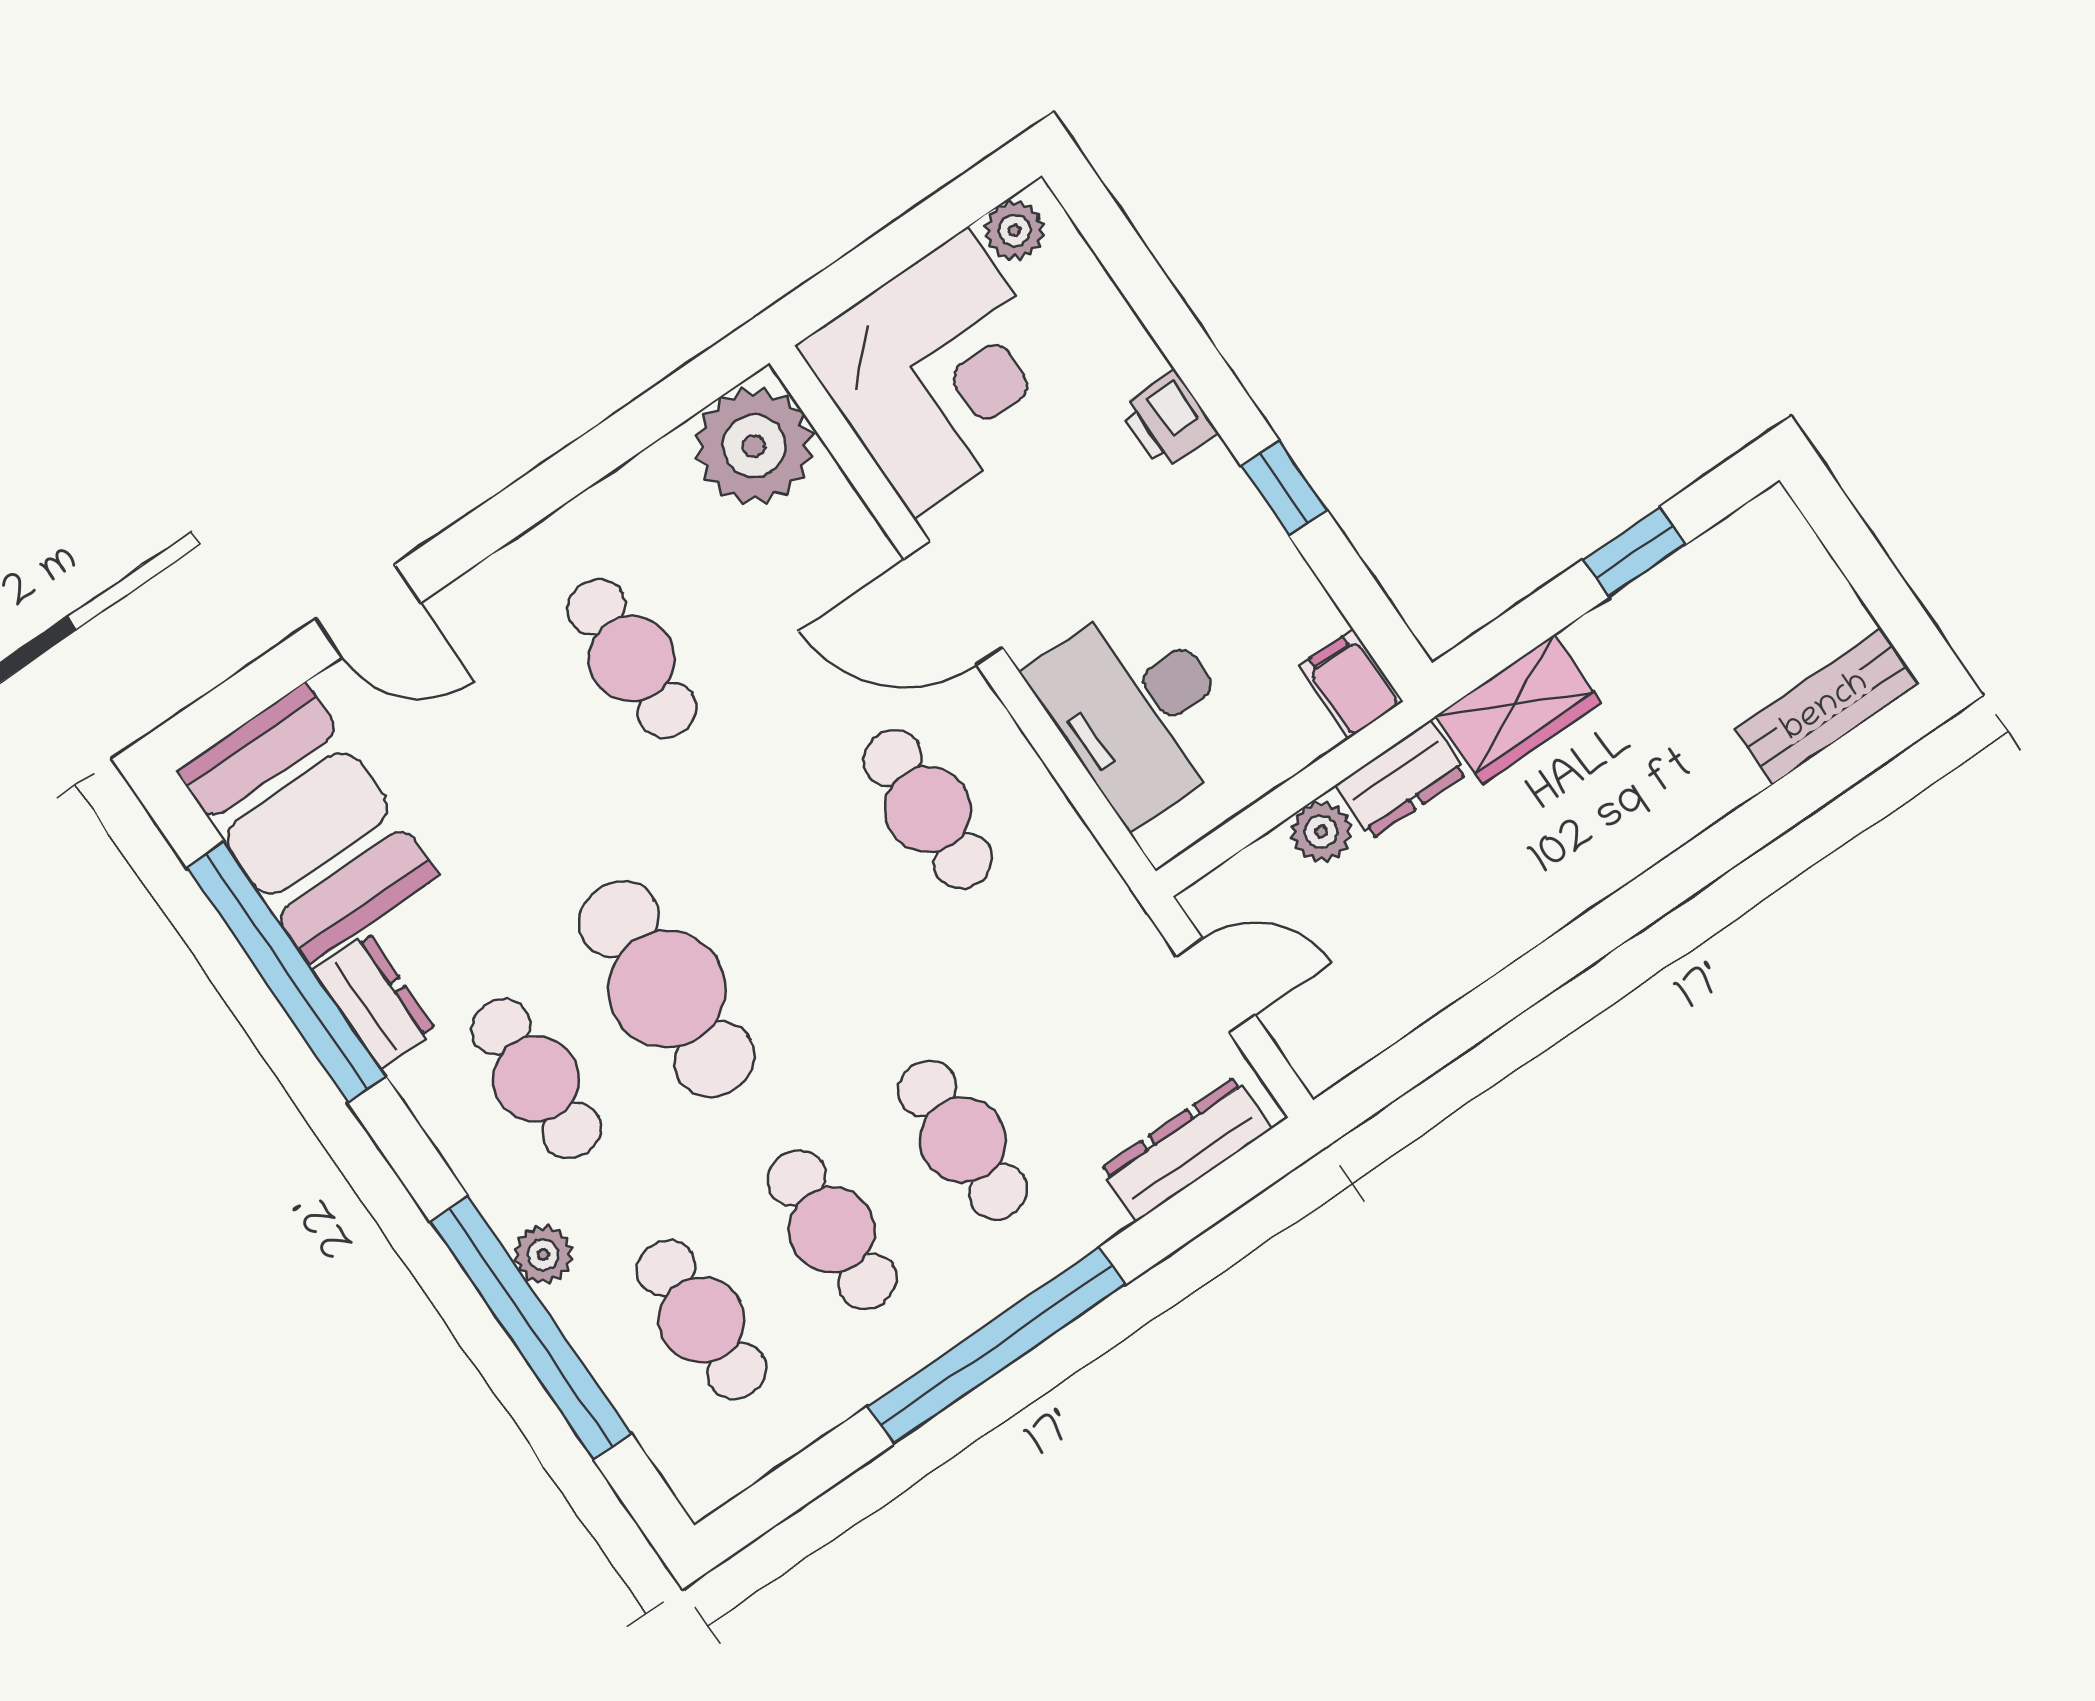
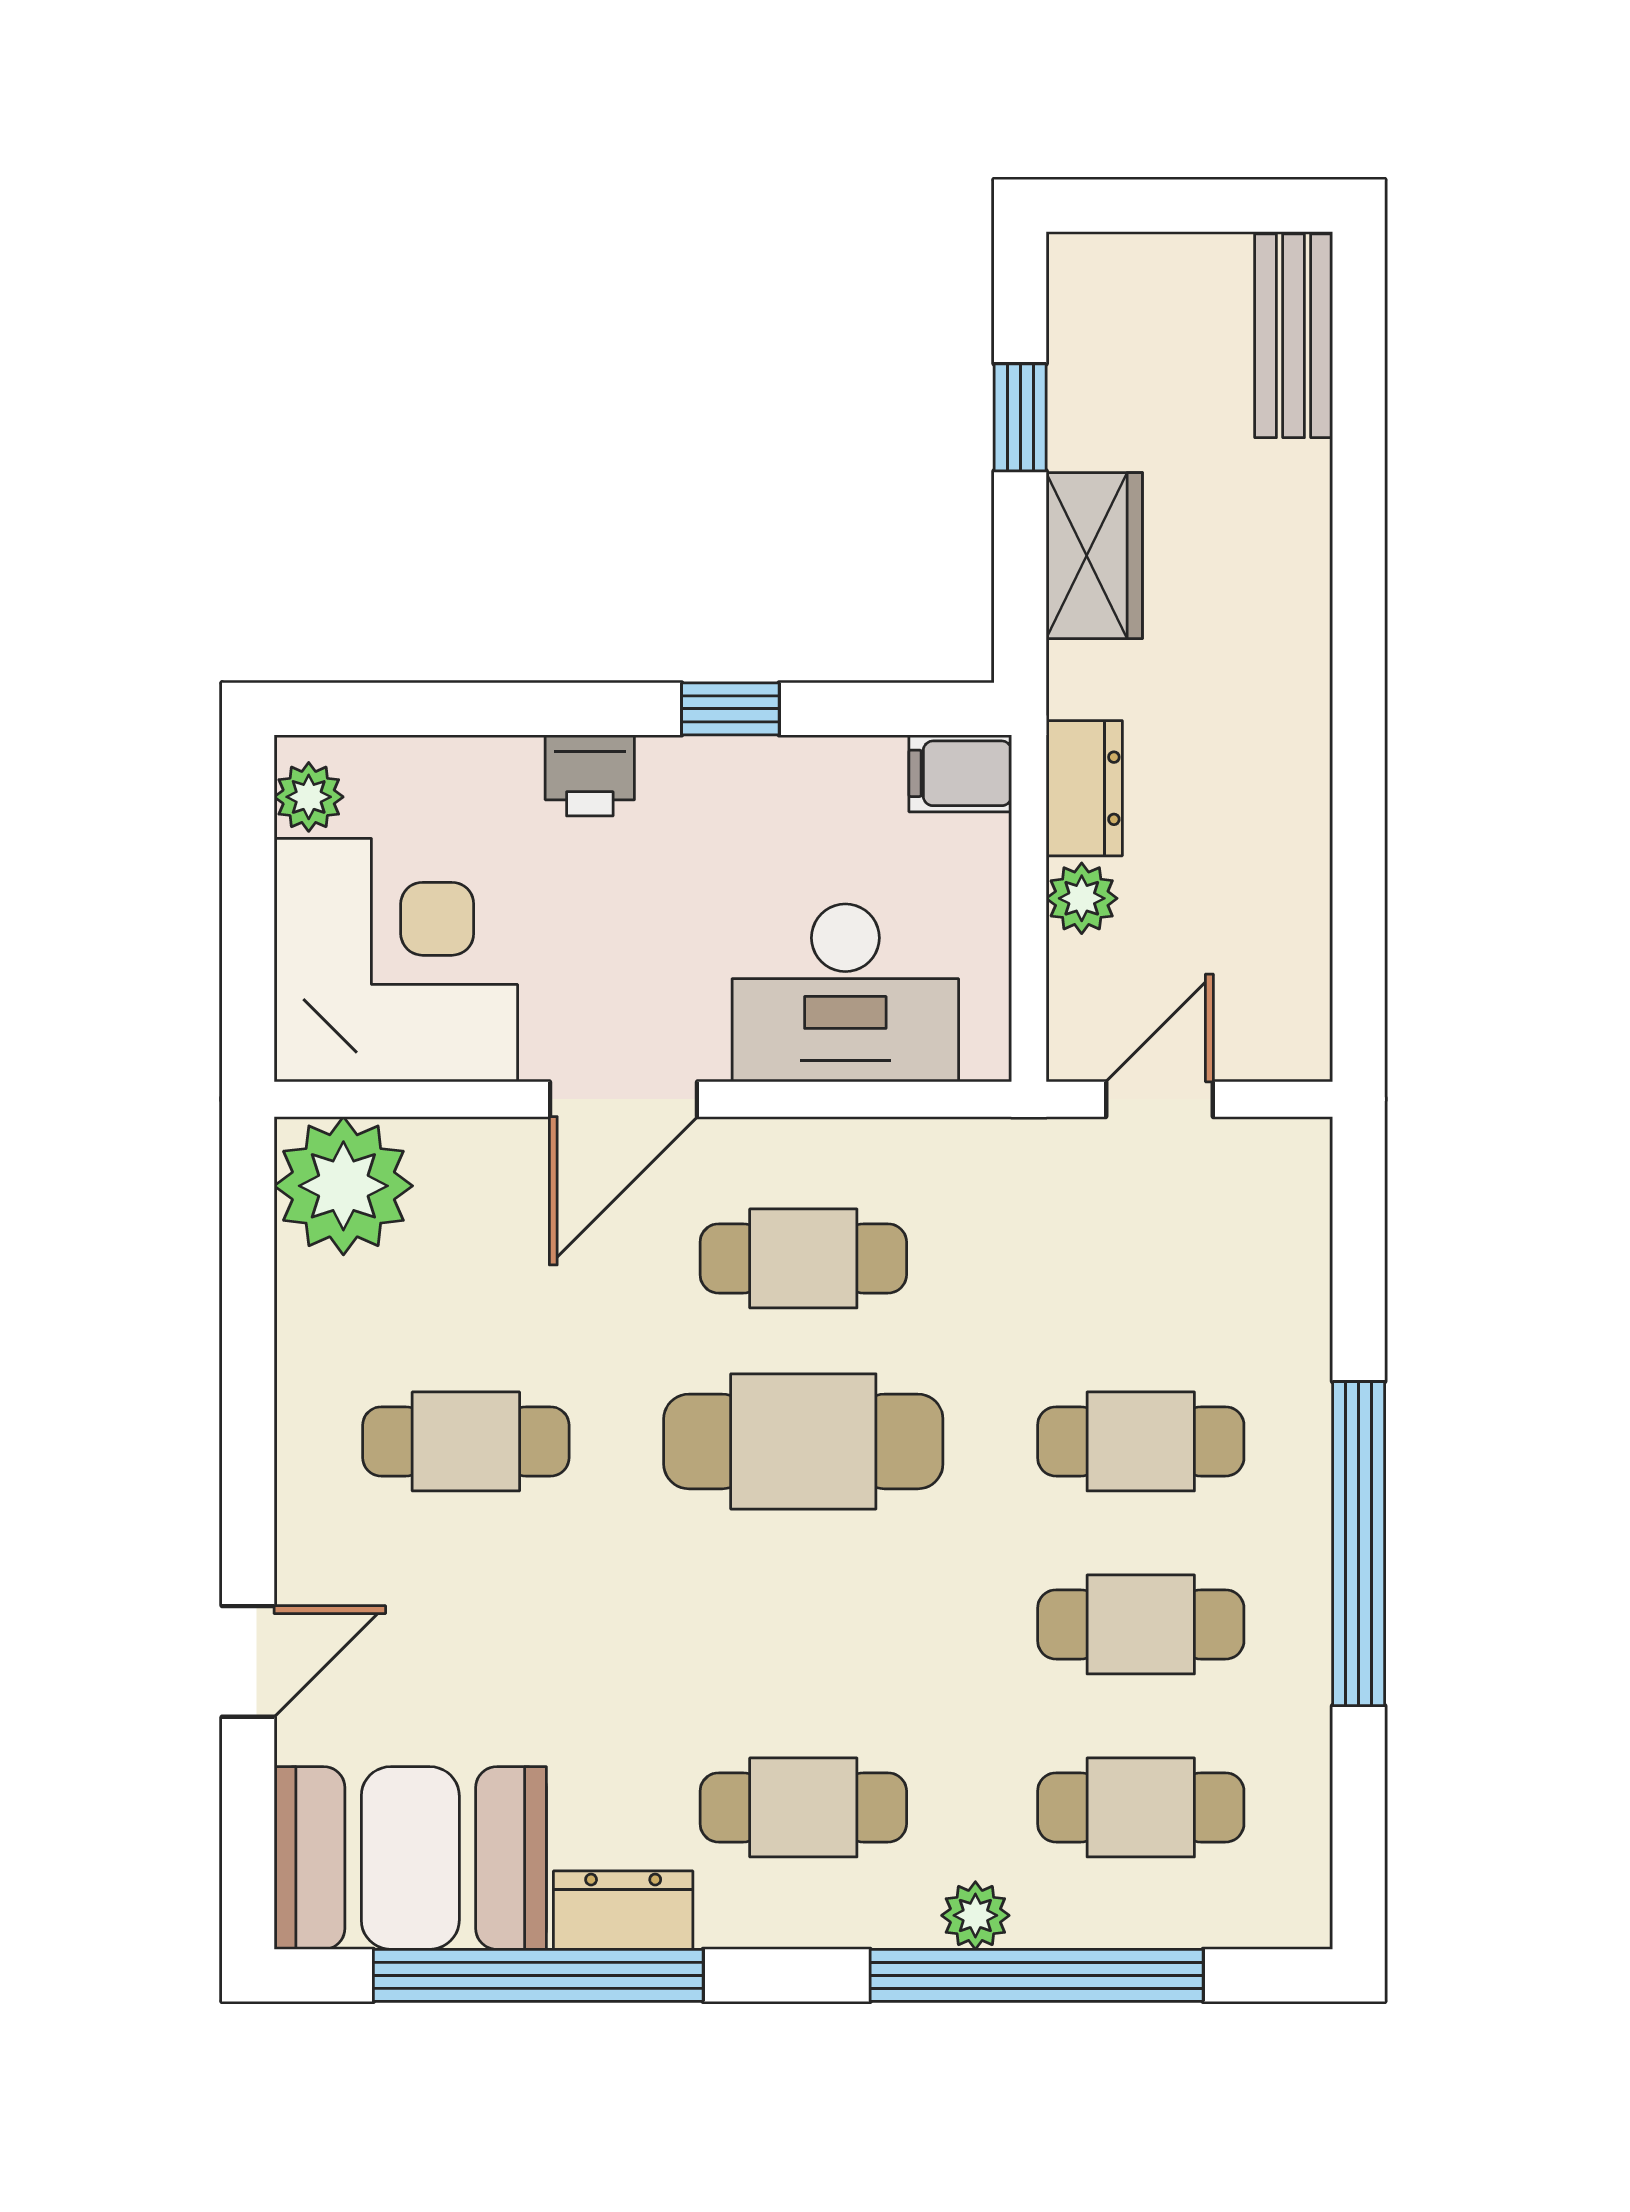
wardrobe: (1518, 709) -> (1094, 556), moved
cafe table: (667, 989) -> (803, 1441), moved
dresser: (1186, 1149) -> (1295, 1235), removed

